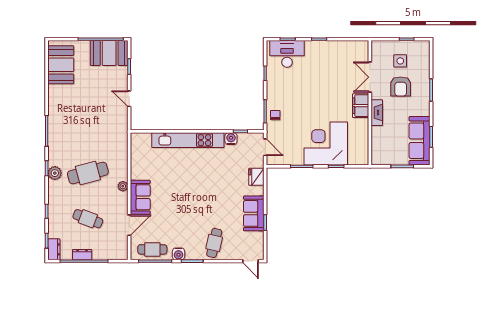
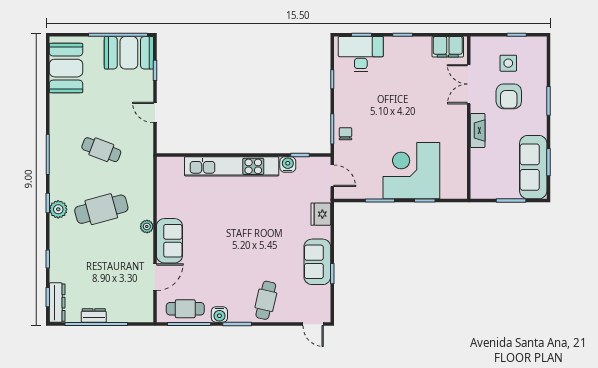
filing cabinet: (361, 106) -> (448, 47), moved, turned -90
cafe table: (88, 219) -> (101, 150), moved
dresser: (54, 249) -> (57, 303), width x1.44

